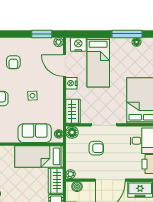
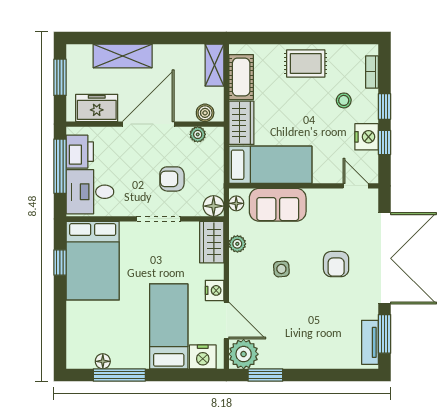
plant: (59, 42) -> (244, 354), width x1.88, depth x1.88
armchair: (13, 62) -> (314, 326), removed
plant: (58, 110) -> (237, 244), added
plant: (71, 174) -> (198, 134), moved

